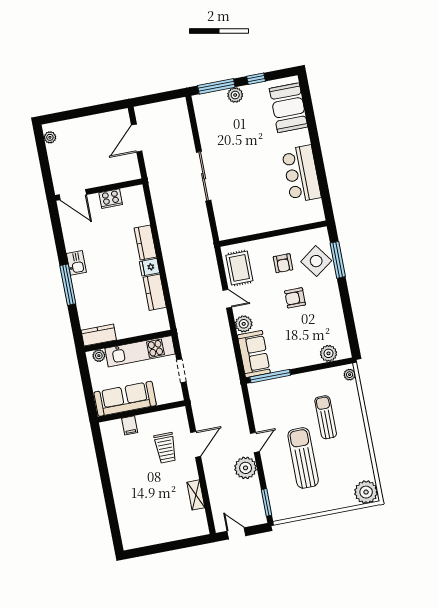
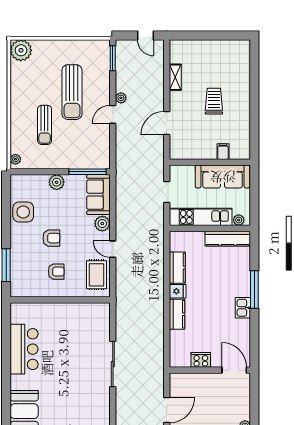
side table: (316, 261) -> (23, 212), moved, turned 36
armchair: (283, 263) -> (56, 272), turned 90
kitchen counter: (99, 335) -> (228, 239), width x1.50
plant: (328, 353) -> (57, 182), moved
trolley: (165, 448) -> (214, 101), moved
plant: (246, 468) -> (121, 98), width x0.53, depth x0.53

